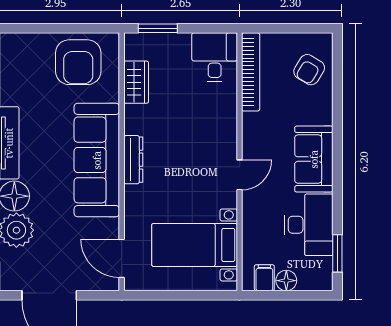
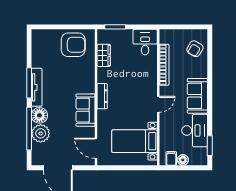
armchair: (78, 62) -> (73, 45), turned -90
bookcase: (251, 72) -> (164, 65), moved
sofa: (97, 160) -> (85, 110), width x0.54, depth x0.79

